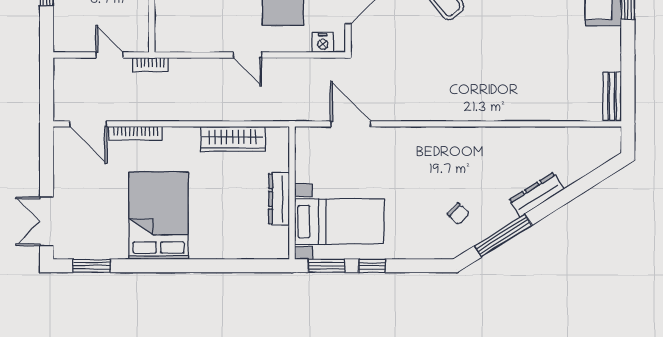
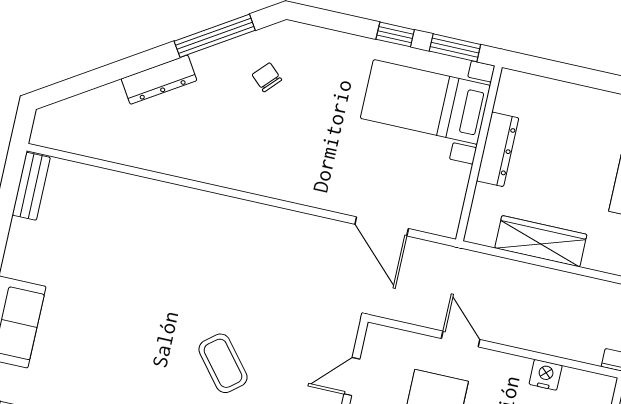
nightstand: (323, 43) -> (546, 375), moved
door: (248, 55) -> (461, 339), moved

